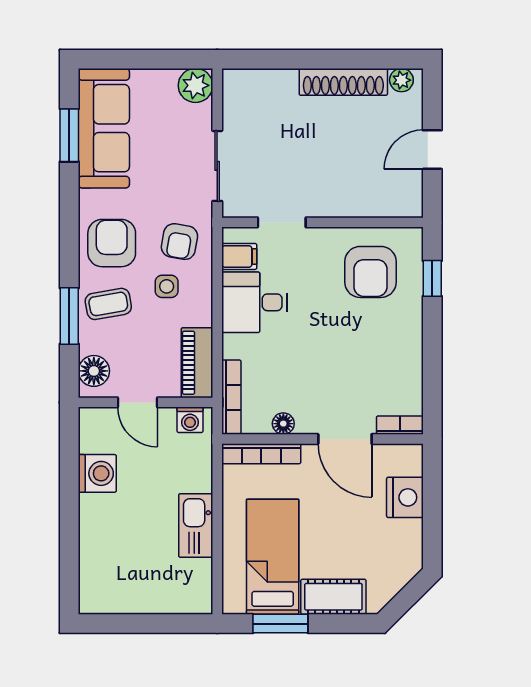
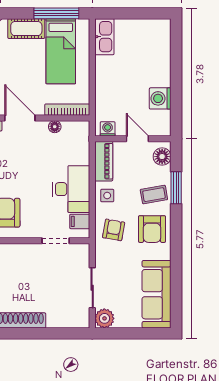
window: (69, 135) -> (176, 290), removed
sliding door: (217, 166) -> (92, 288), moved
side table: (167, 286) -> (107, 196), moved
desk: (254, 302) -> (71, 189), width x1.37
bookcase: (231, 397) -> (84, 142), removed
kitchen sink: (196, 525) -> (104, 37), moved
window: (280, 624) -> (56, 13), width x1.44

